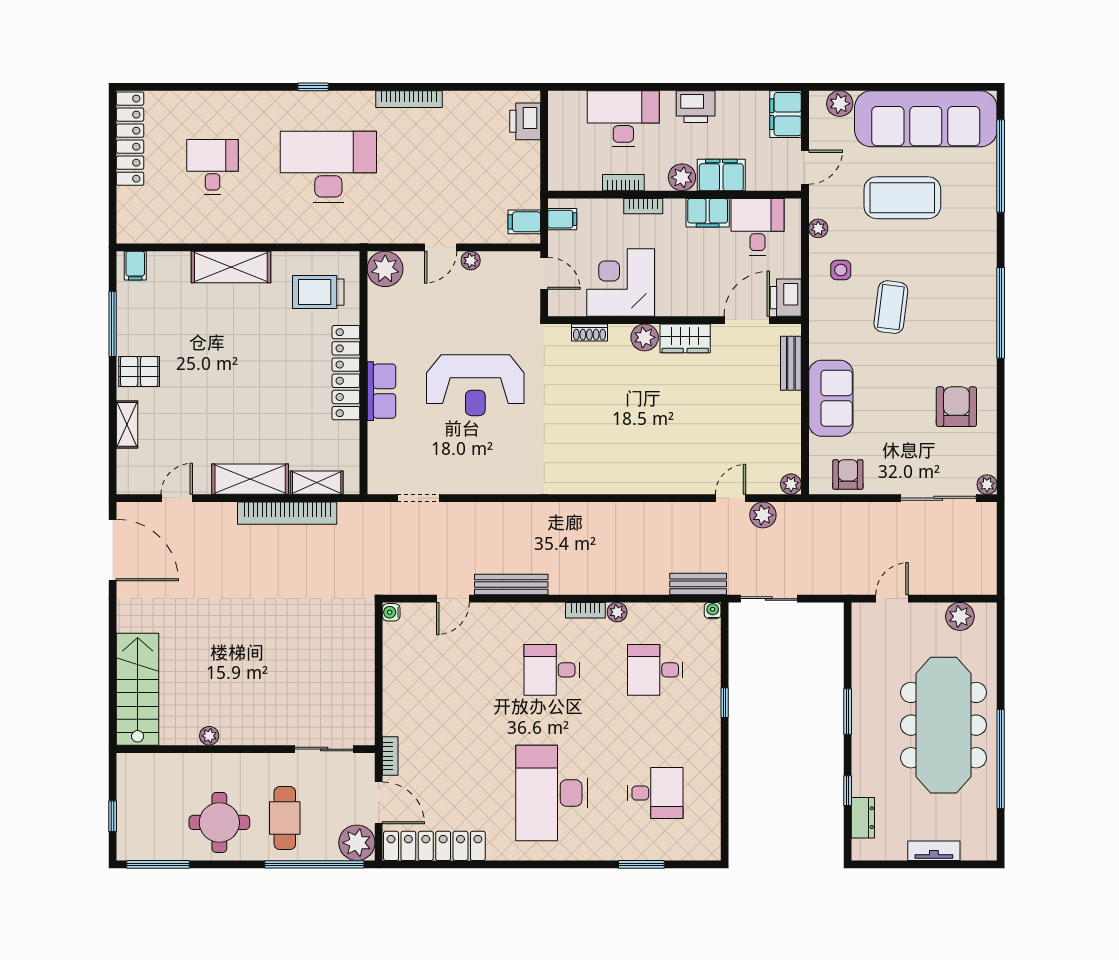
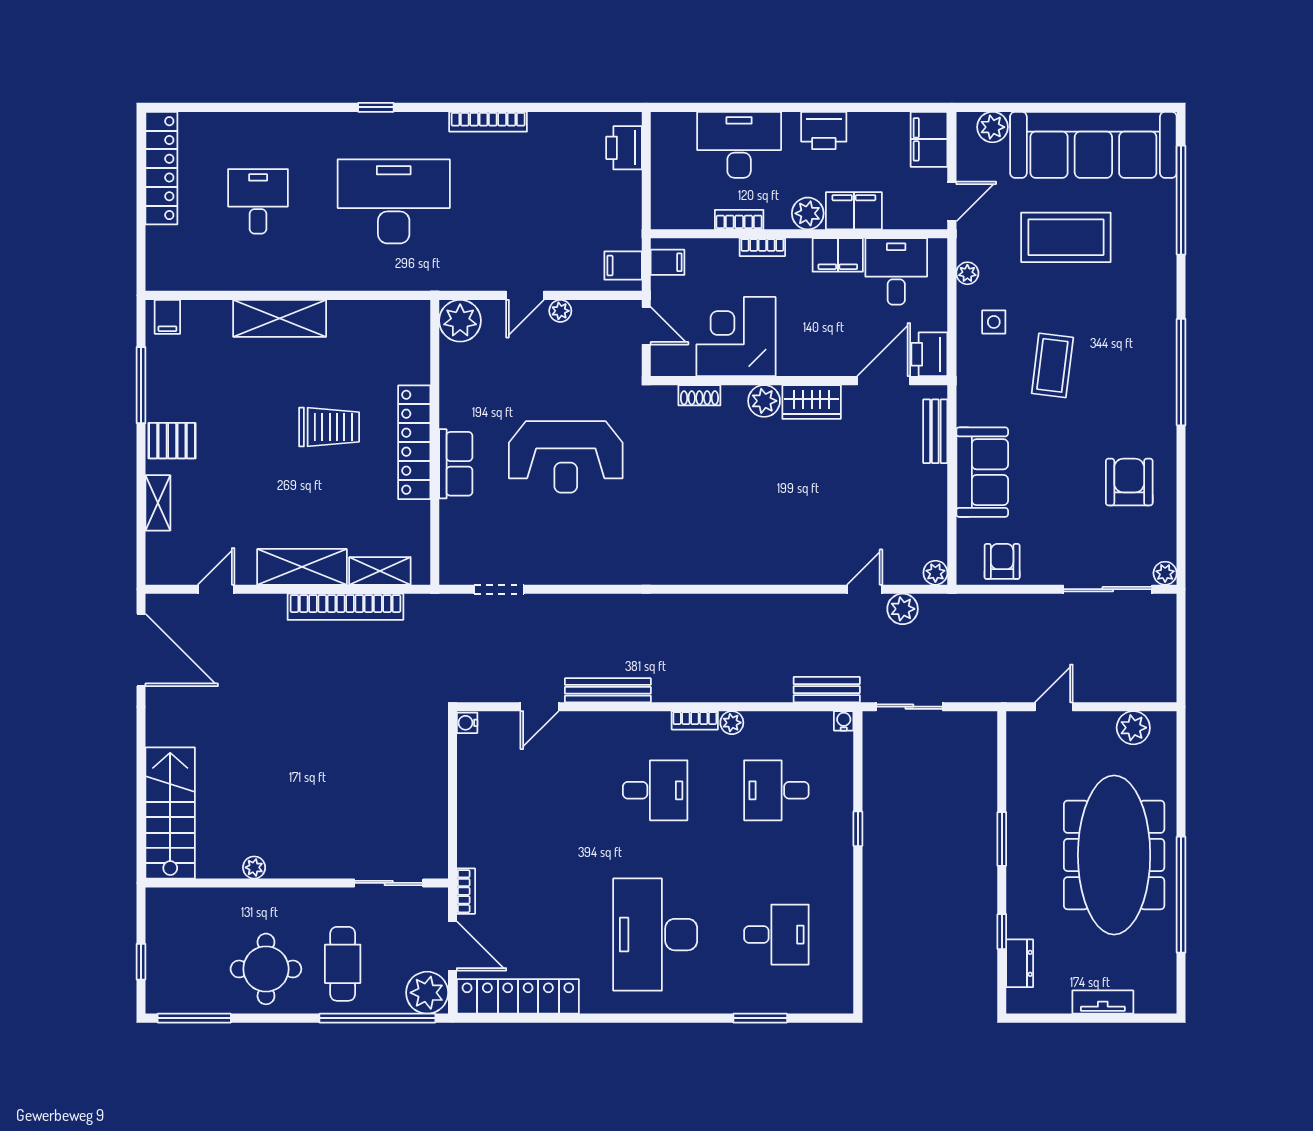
trolley: (318, 292) -> (329, 427), moved, turned 180
desk: (552, 670) -> (655, 790), turned 180

